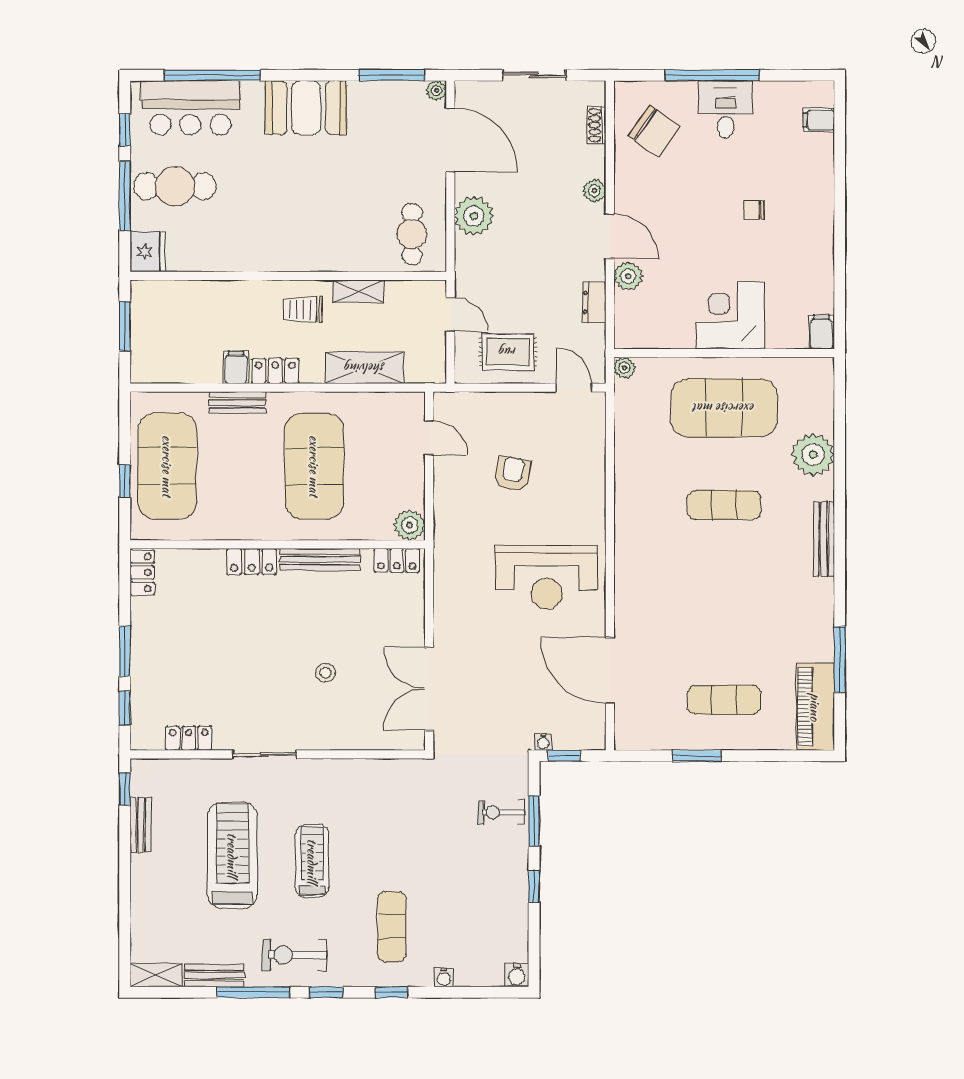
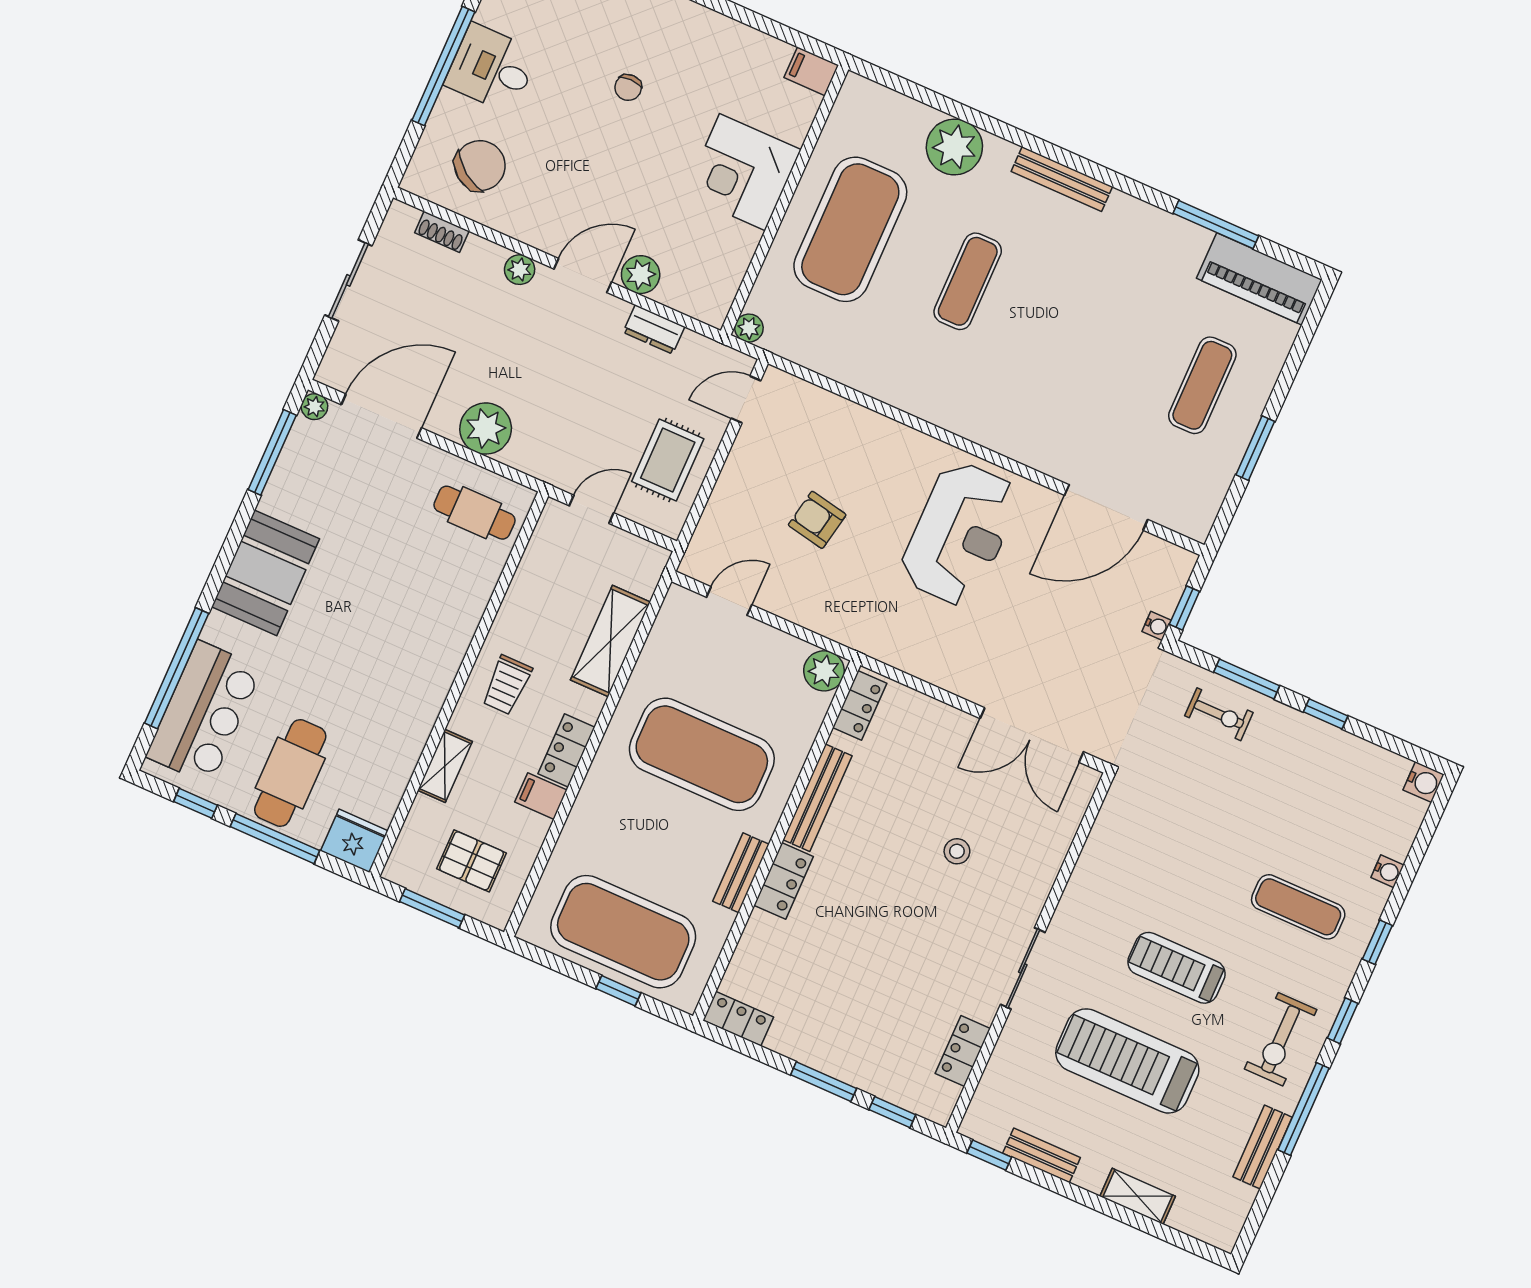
shelving: (358, 291) -> (445, 766), moved
pallet: (170, 339) -> (472, 861), added
bench: (237, 402) -> (741, 873), moved
exercise bike: (501, 812) -> (1219, 714), turned -90
shelving: (156, 975) -> (1138, 1196), moved, turned 90

